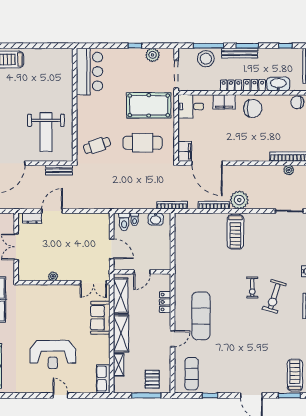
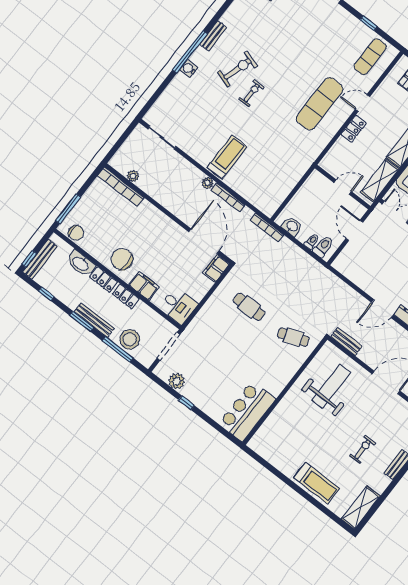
pool table: (149, 105) -> (216, 337), removed
cafe table: (143, 143) -> (249, 307), width x0.73, depth x0.74
plant: (239, 200) -> (208, 183), width x0.53, depth x0.53
locker: (165, 302) -> (354, 129), moved

